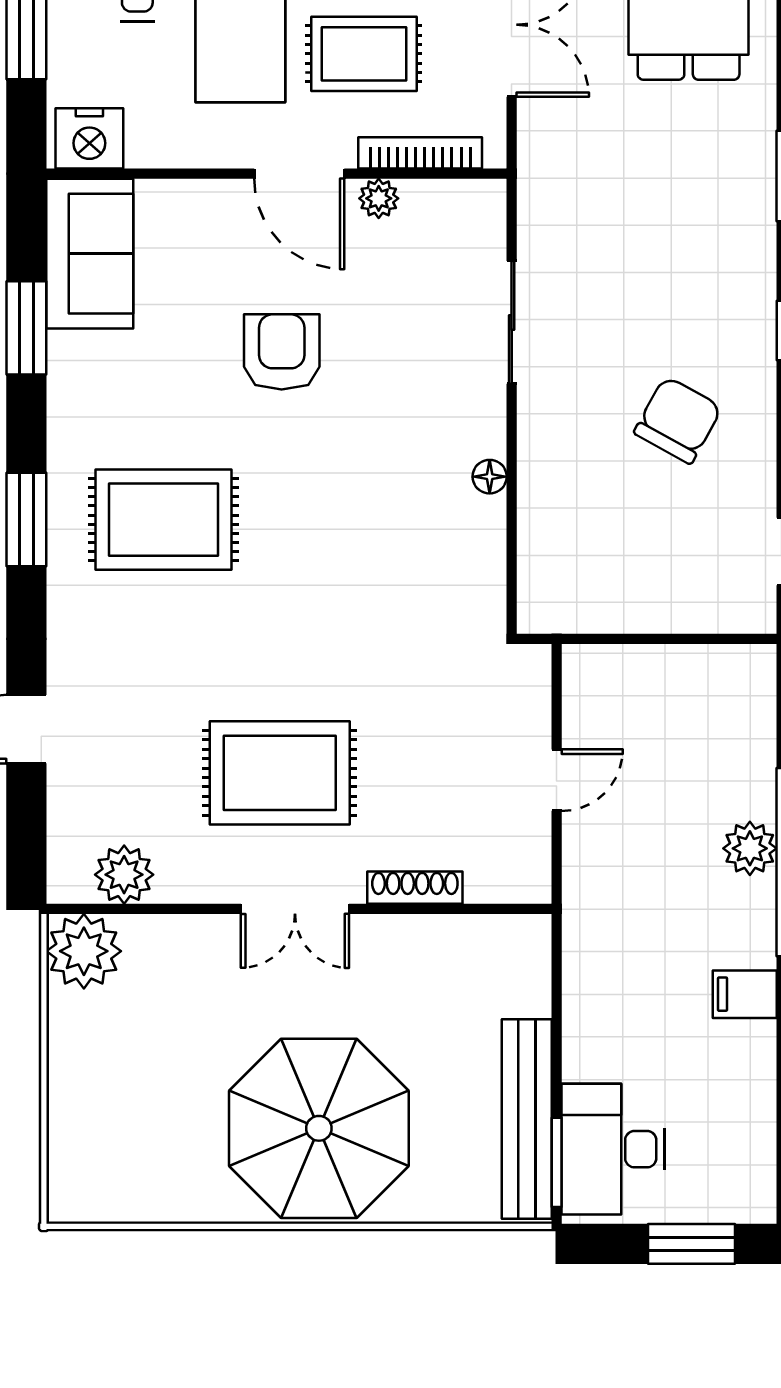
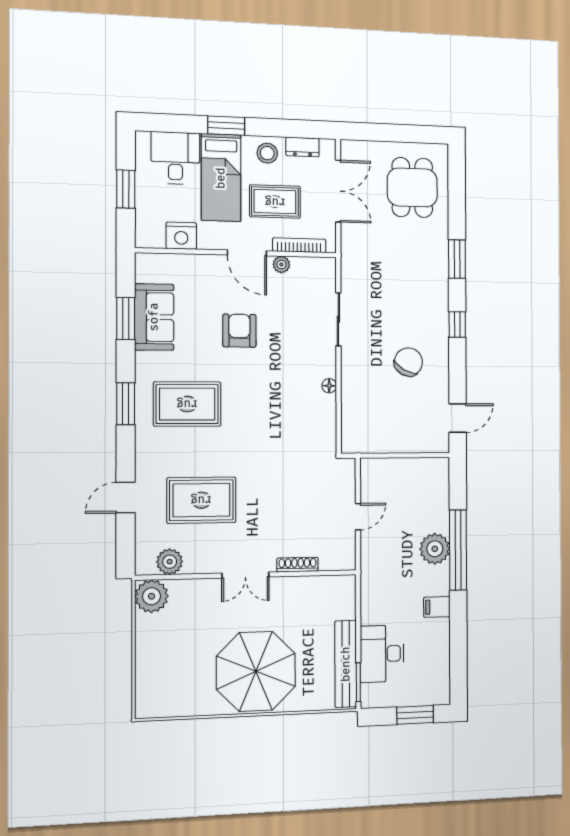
nightstand: (89, 138) -> (181, 236), moved
sofa: (90, 254) -> (154, 317), moved
rug: (280, 773) -> (201, 500), moved
plant: (750, 848) -> (435, 549), width x1.36, depth x1.36
desk: (613, 1149) -> (382, 654), moved

